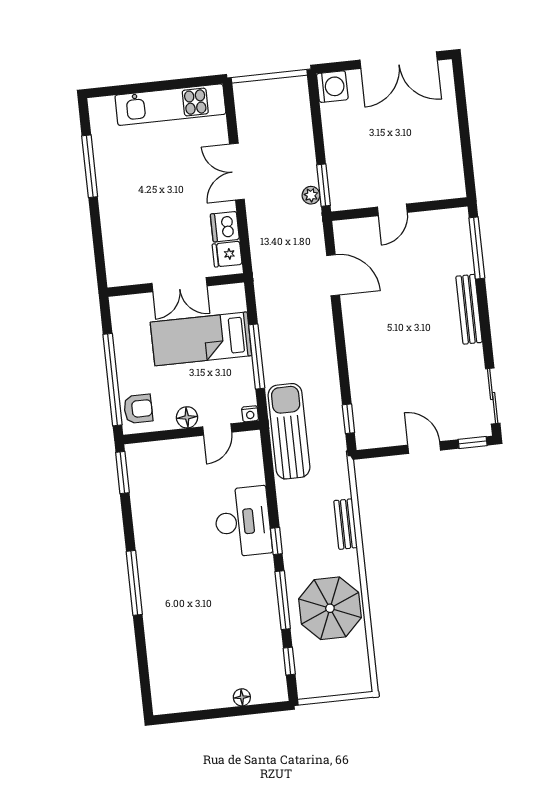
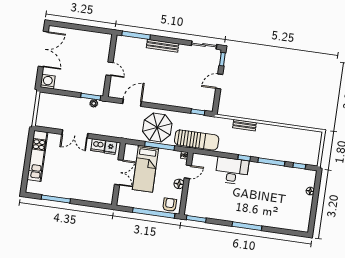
door: (217, 430) -> (188, 172), hinge flipped
sun lounger: (289, 431) -> (197, 140), turned 180
parasol: (330, 608) -> (157, 127), moved

